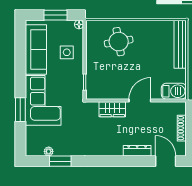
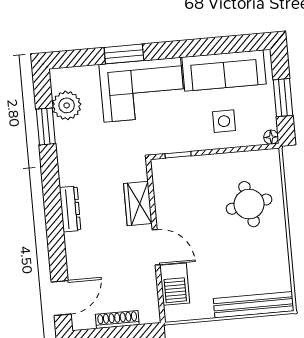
barbecue: (174, 91) -> (175, 284), moved
plant: (49, 151) -> (67, 105), width x1.88, depth x1.88
dresser: (137, 151) -> (70, 209), moved

